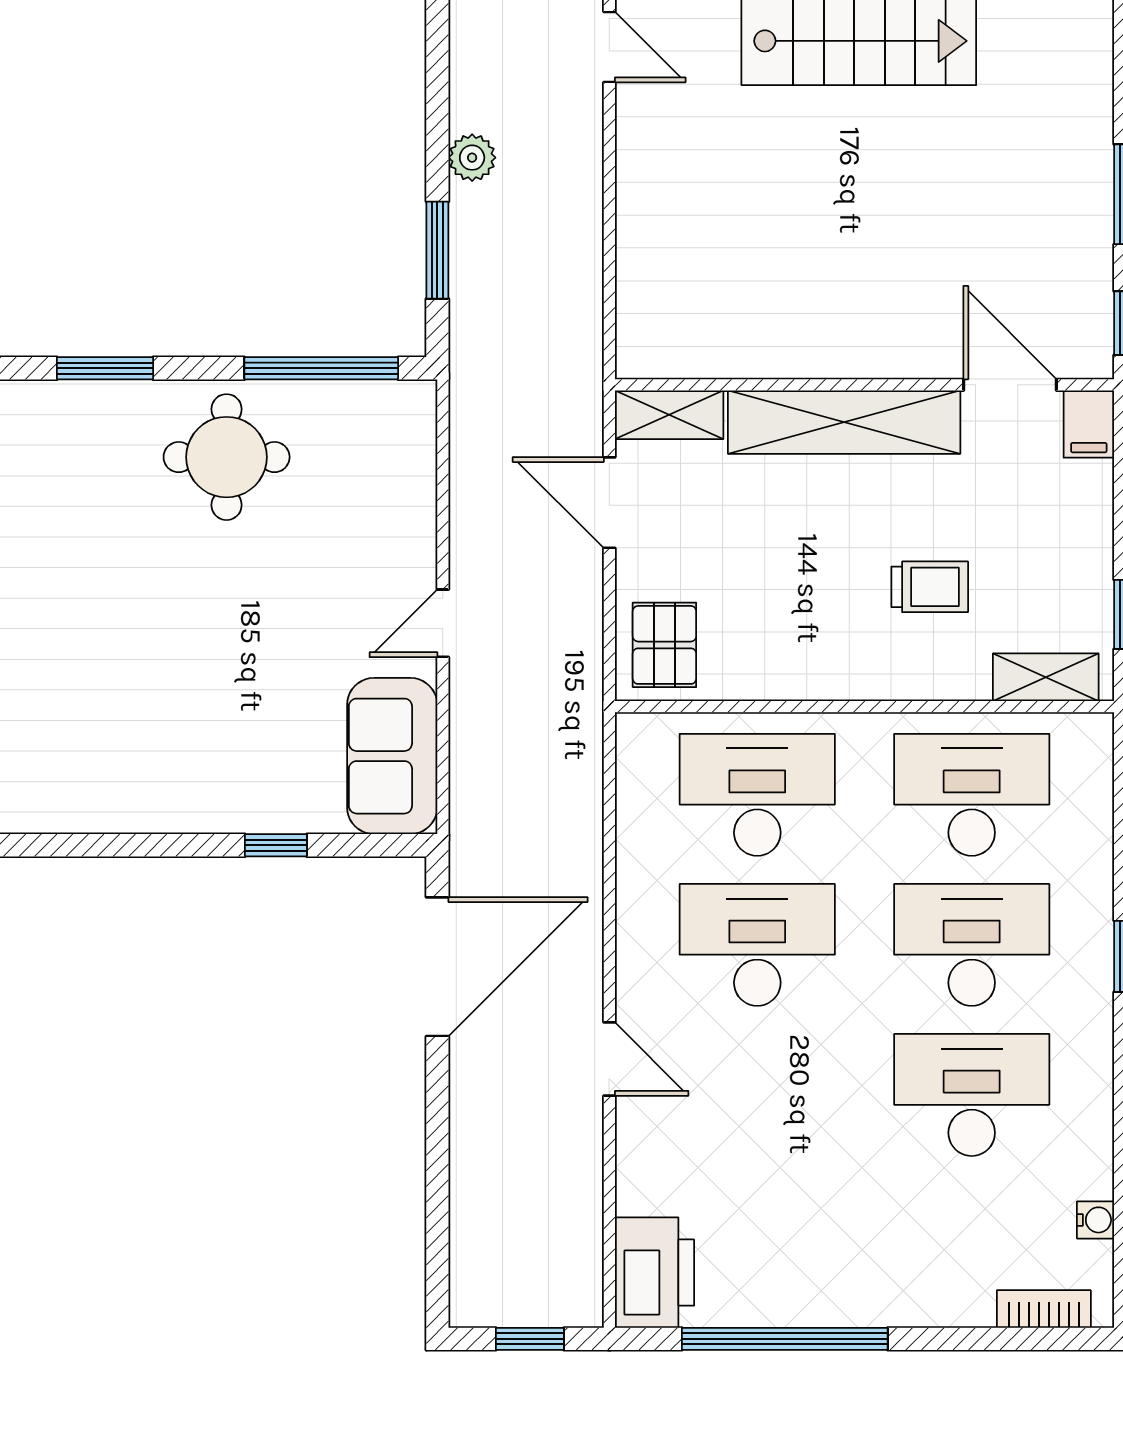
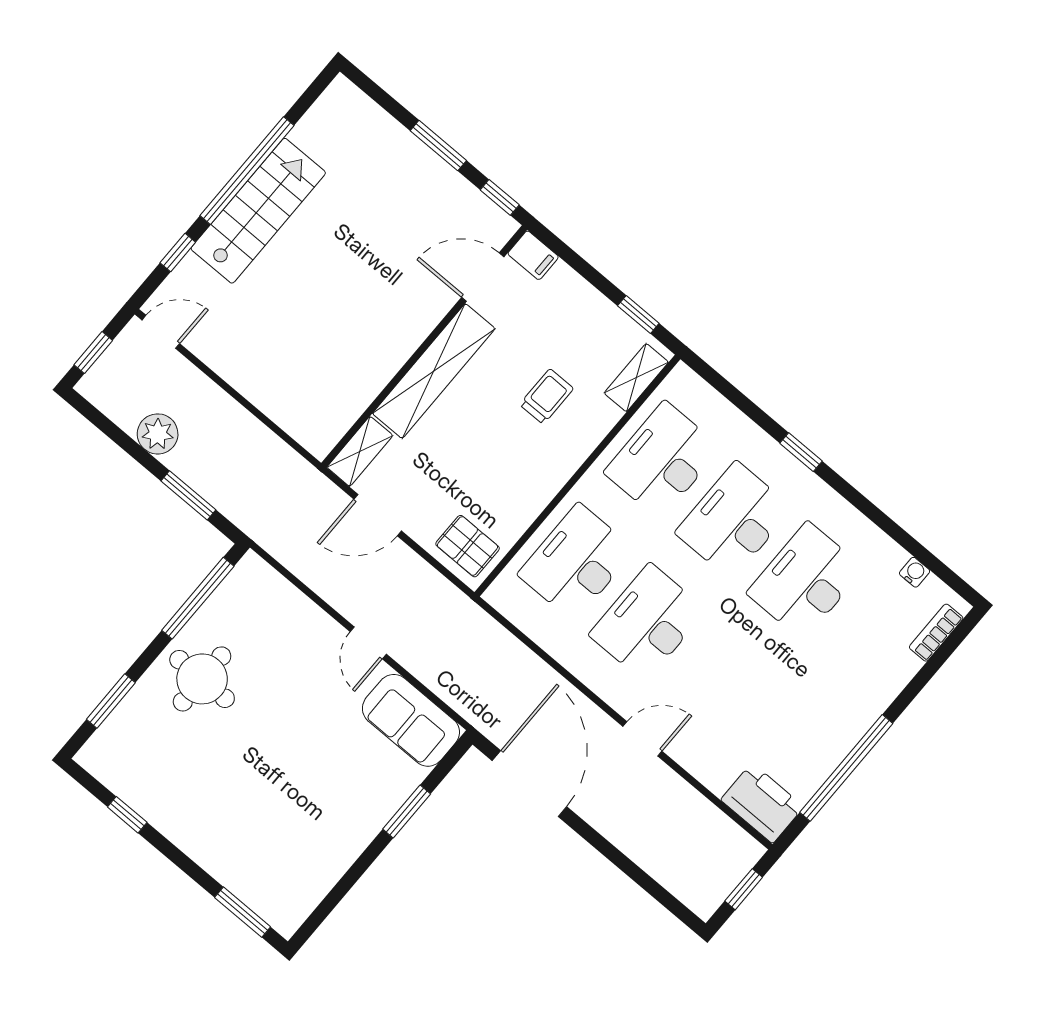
plant: (472, 158) -> (158, 434), width x1.38, depth x1.38
window: (276, 845) -> (407, 812), width x1.50

